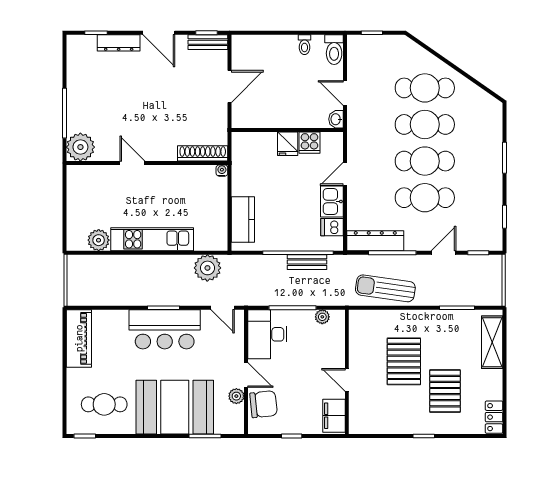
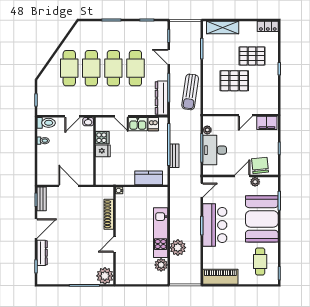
shoe rack: (203, 153) -> (109, 214), moved
bench: (307, 262) -> (174, 156), moved
plant: (207, 268) -> (178, 248), moved
desk: (267, 334) -> (215, 150), moved, turned 90

